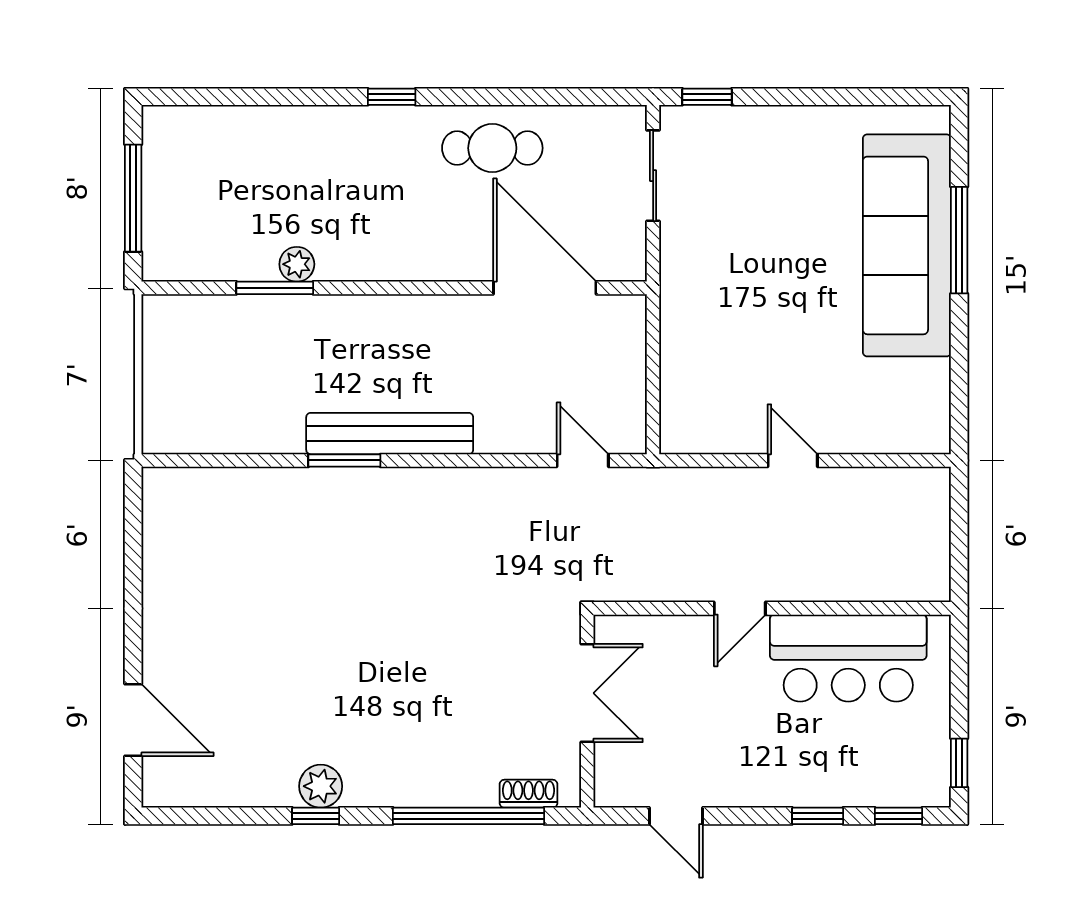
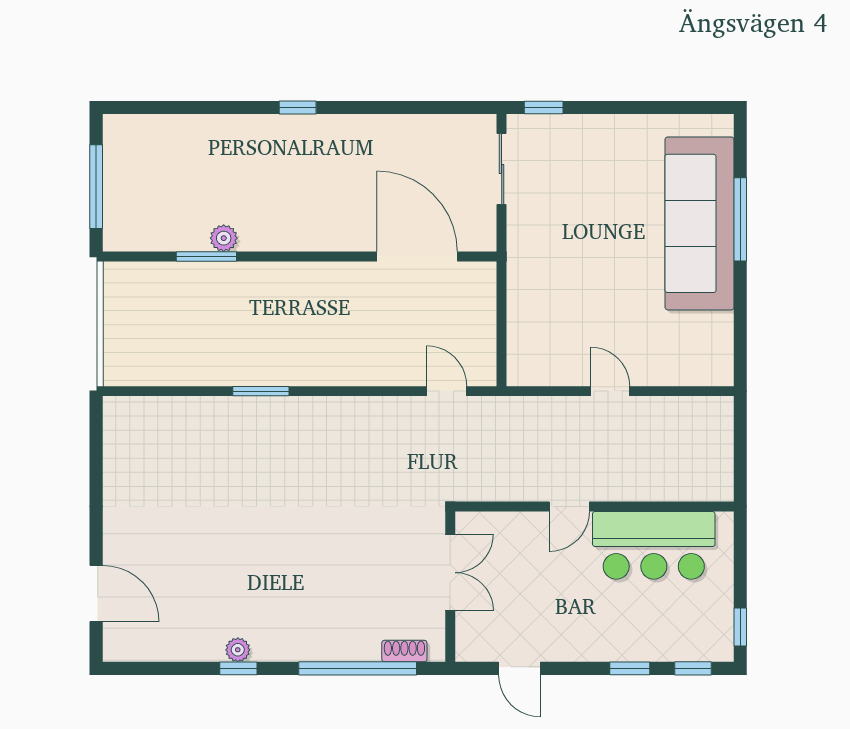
cafe table: (492, 148) -> (376, 147), removed
bench: (390, 434) -> (296, 370), removed
plant: (321, 786) -> (238, 650), width x0.73, depth x0.73

